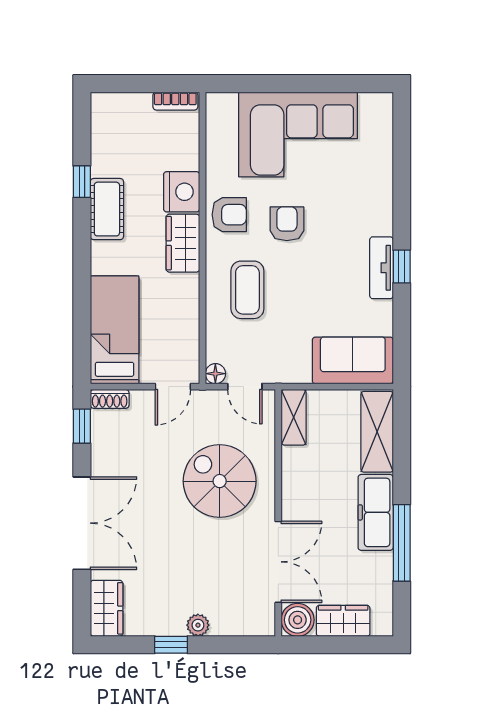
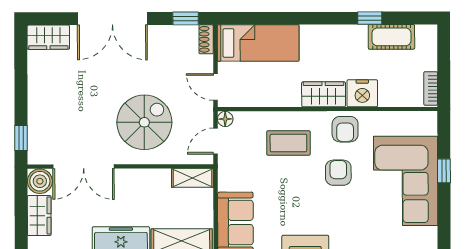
window: (285, 84) -> (444, 171), added
cot: (107, 209) -> (391, 37), moved
armchair: (287, 224) -> (338, 173), turned -90
plant: (198, 625) -> (36, 106), removed
window: (171, 645) -> (21, 138), moved

